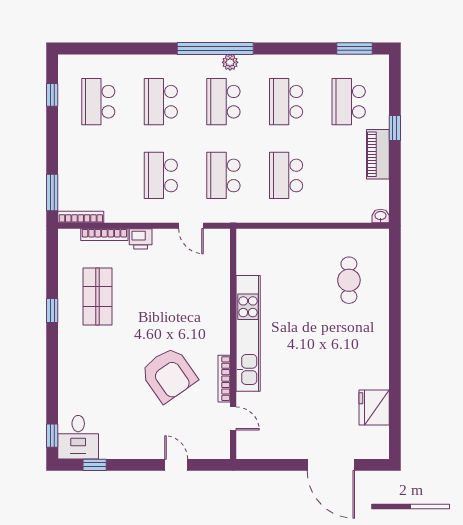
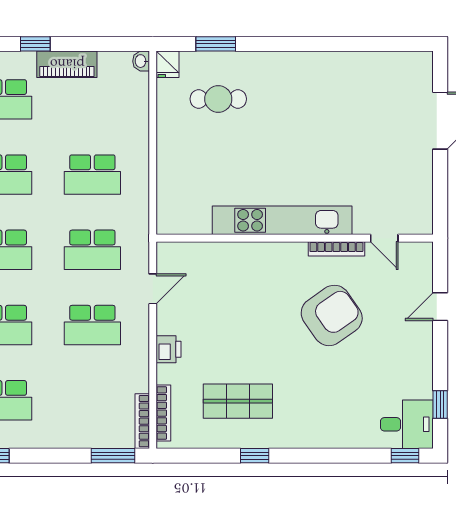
bookcase: (104, 235) -> (163, 413), moved
window: (395, 278) -> (216, 44), added
fridge: (374, 408) -> (168, 64), moved, width x0.53, depth x0.75
door: (233, 418) -> (384, 238), swing flipped

